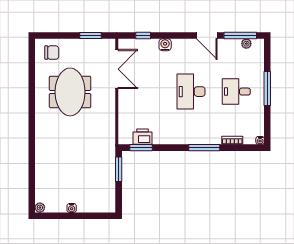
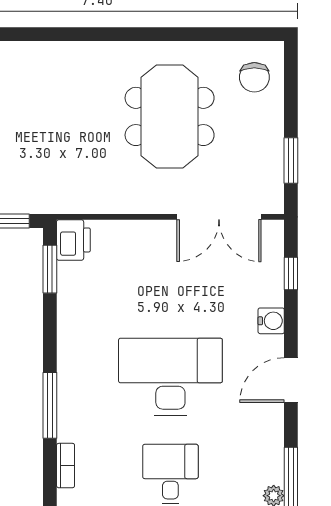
door: (207, 36) -> (291, 380), moved
meeting table: (70, 92) -> (170, 116), turned 90
desk: (191, 92) -> (170, 377), width x1.36, depth x1.30
printer: (143, 137) -> (73, 240), moved

